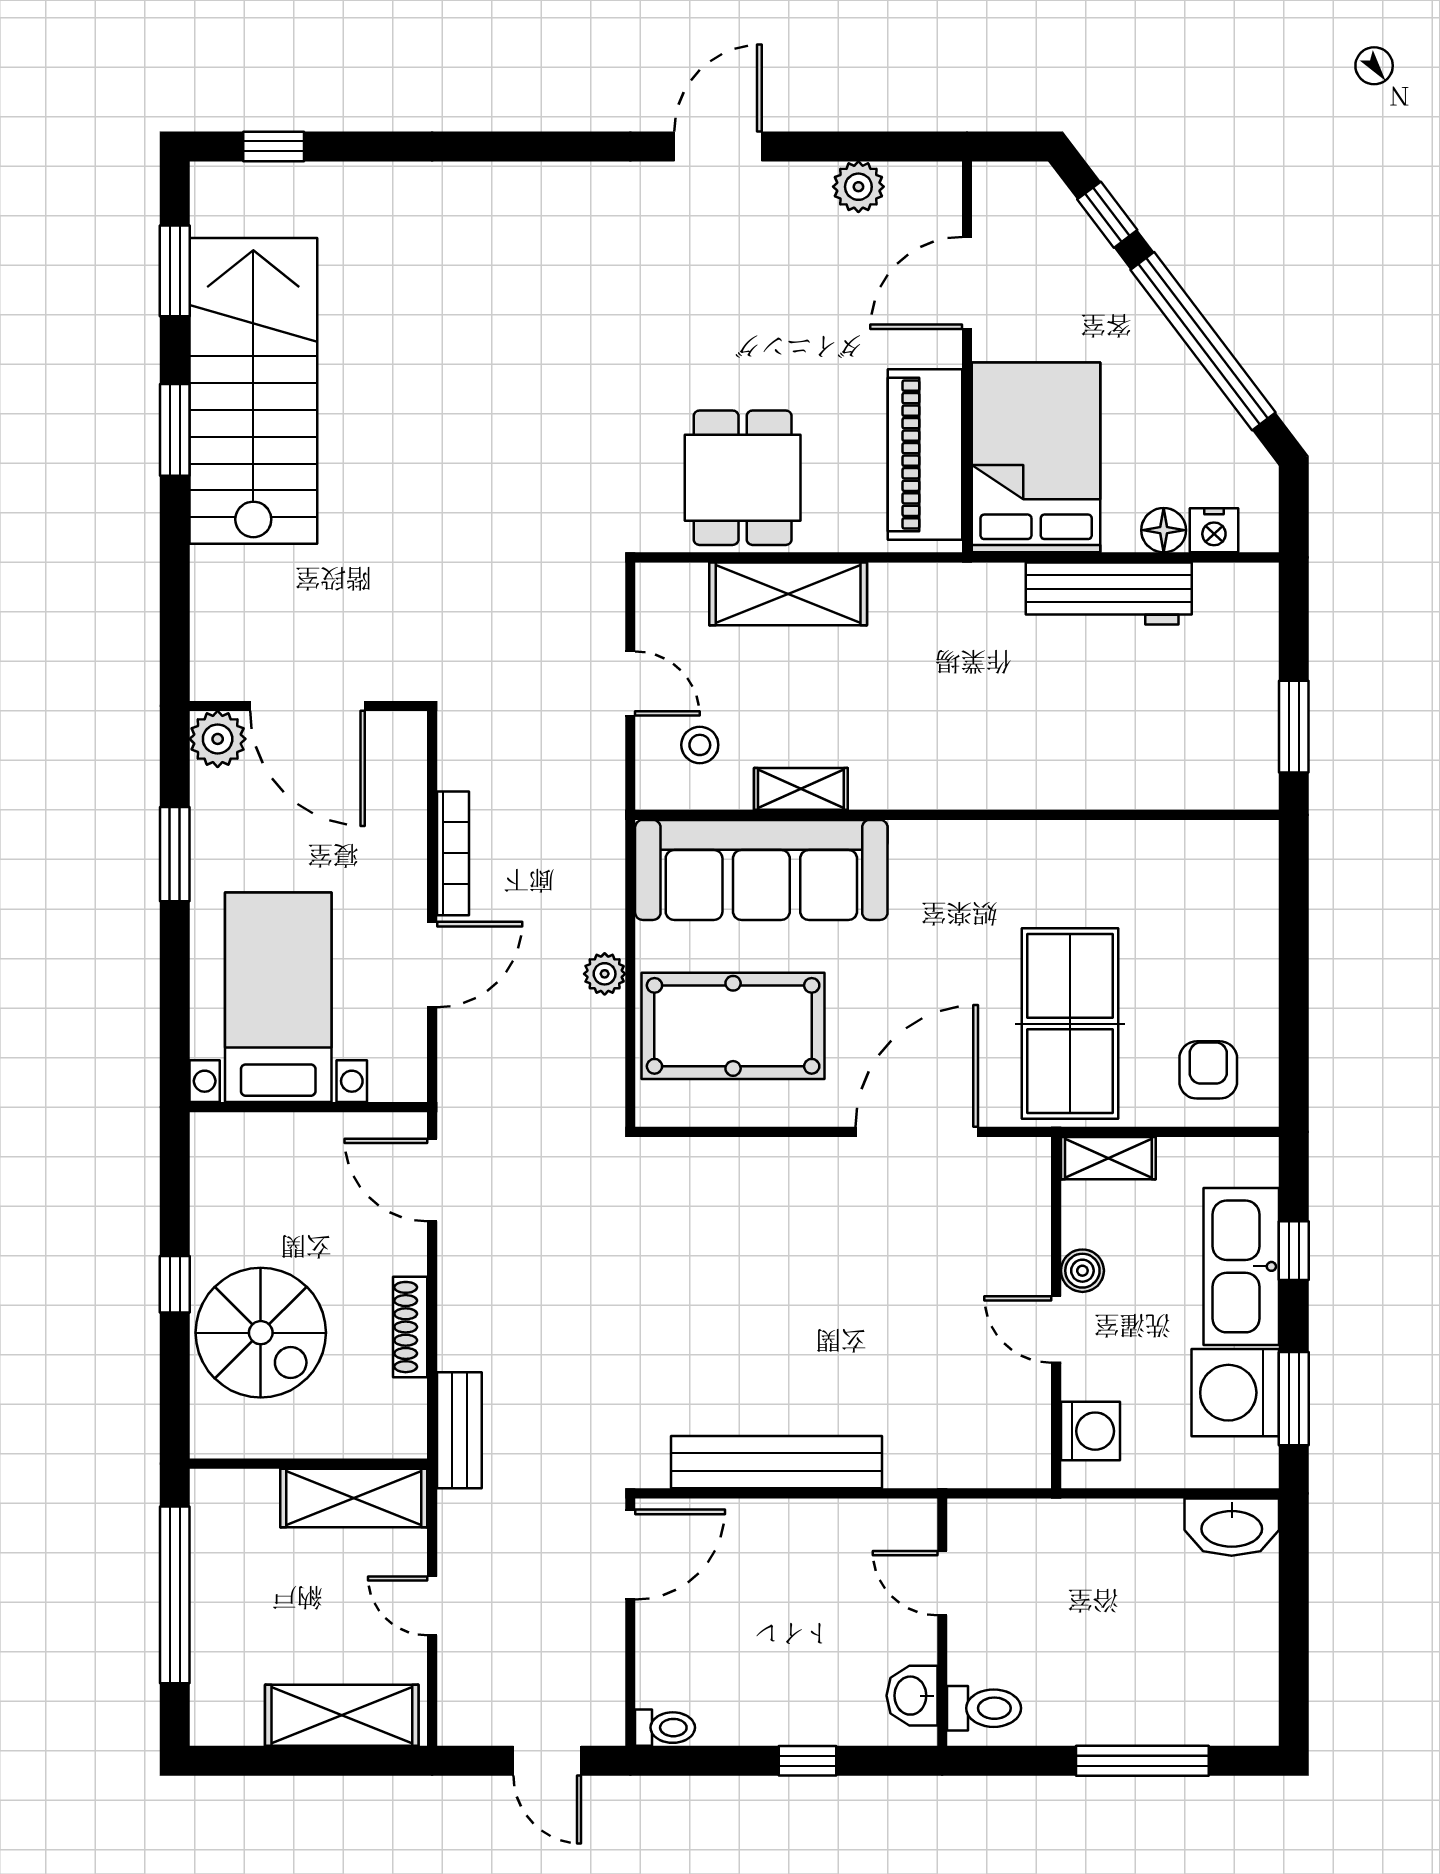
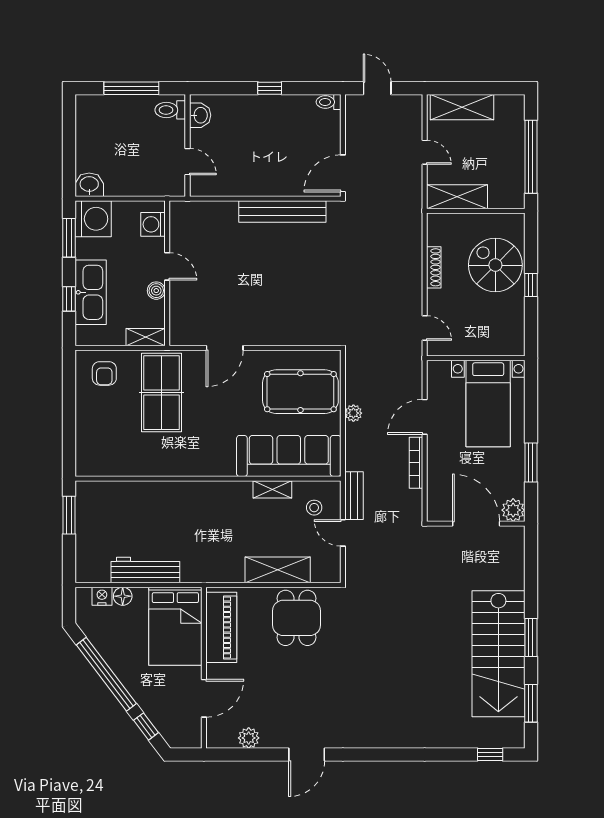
door: (917, 1132) -> (225, 348), width x0.73
door: (432, 1180) -> (425, 328), width x0.73
washing machine: (1235, 1393) -> (93, 219), moved
bench: (459, 1430) -> (354, 496), moved
washbasin: (1232, 1527) -> (89, 185), width x0.72
door: (942, 1583) -> (188, 162), moved
wall: (942, 1622) -> (188, 146), moved
washbasin: (912, 1696) -> (200, 115), moved
toilet: (984, 1708) -> (170, 110), moved

